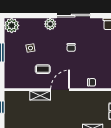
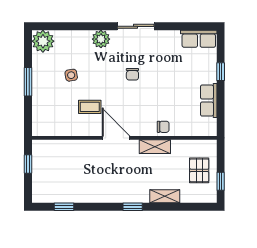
sliding door: (73, 16) -> (136, 26), width x0.73
door: (60, 90) -> (116, 138), hinge flipped
shelving: (40, 96) -> (155, 147), moved

